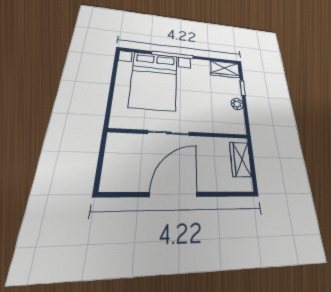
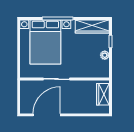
wardrobe: (225, 69) -> (92, 26), width x1.50
door: (174, 194) -> (47, 115), moved

